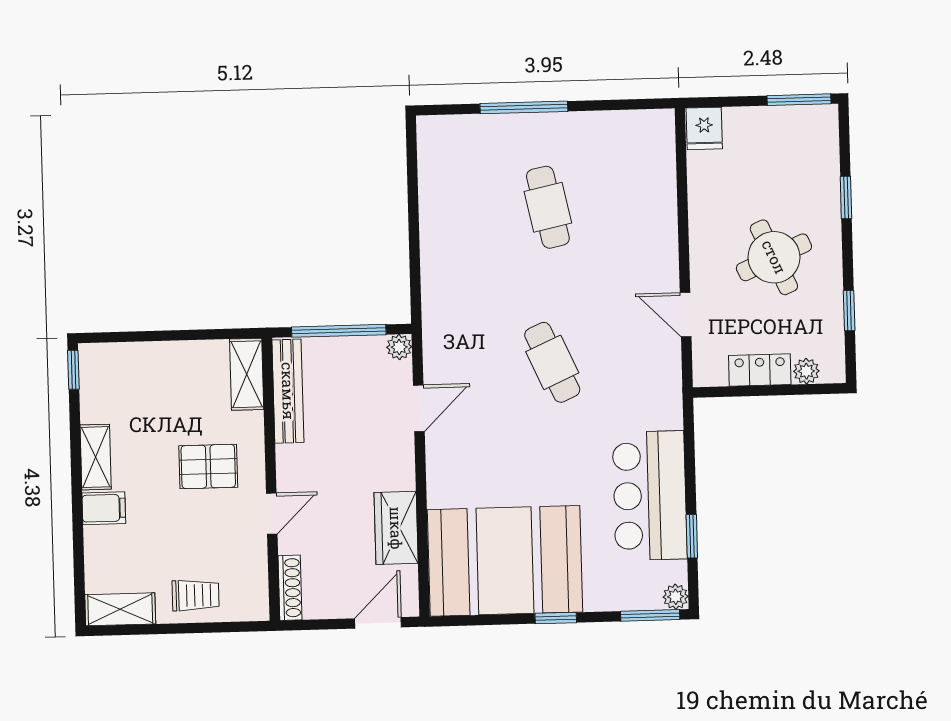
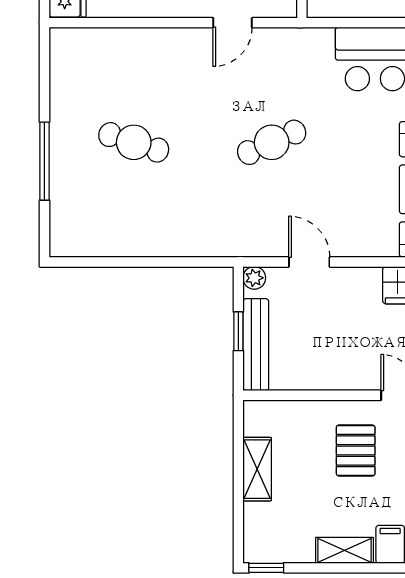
cafe table: (548, 207) -> (134, 142), turned 30
window: (339, 331) -> (238, 331), width x0.46
shelving: (247, 374) -> (257, 469), moved, turned 90
bench: (288, 391) -> (256, 345), moved, turned 90

